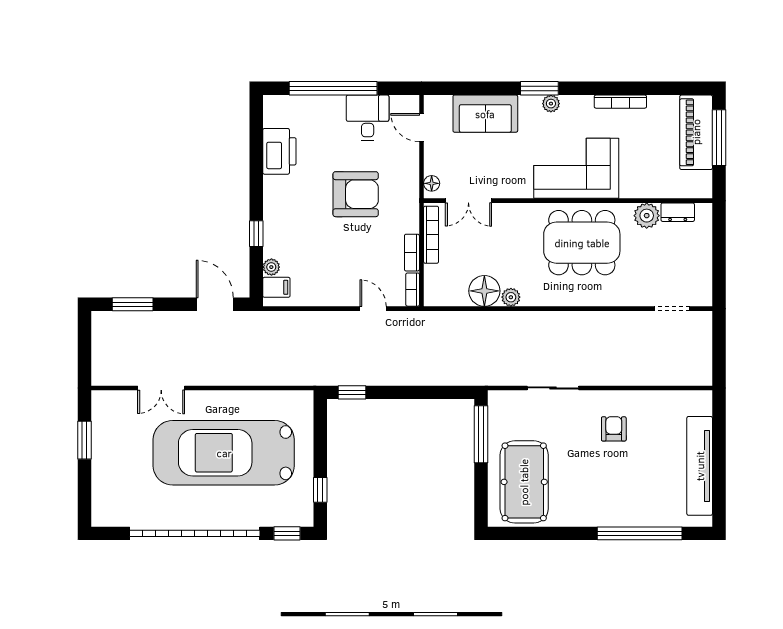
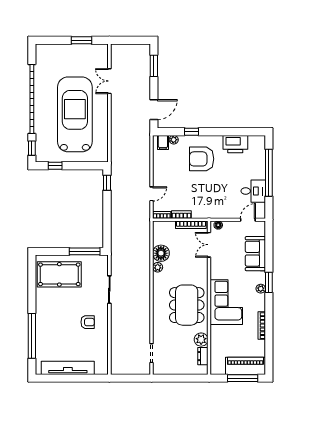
armchair: (356, 194) -> (202, 159), moved, turned 90

